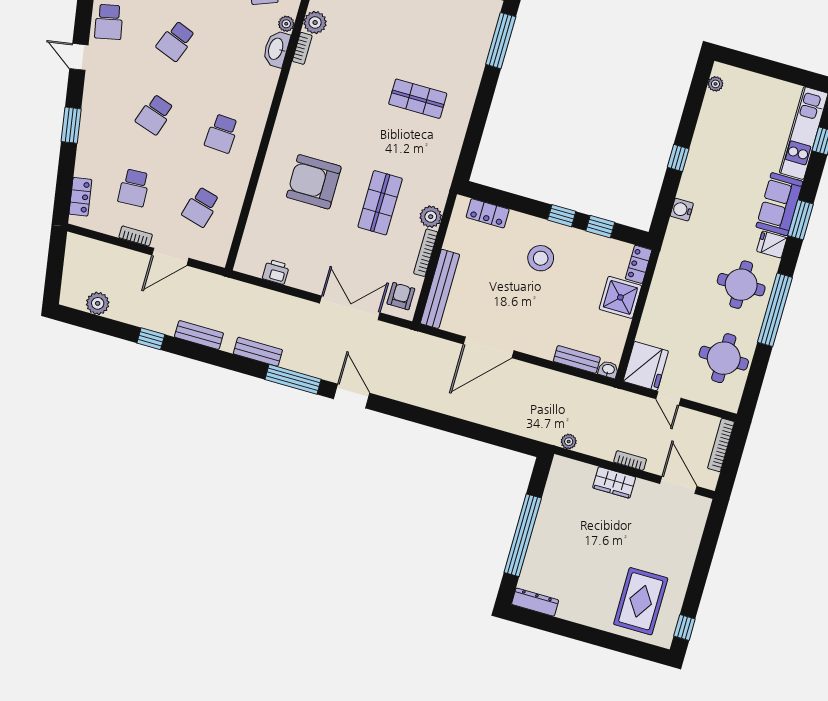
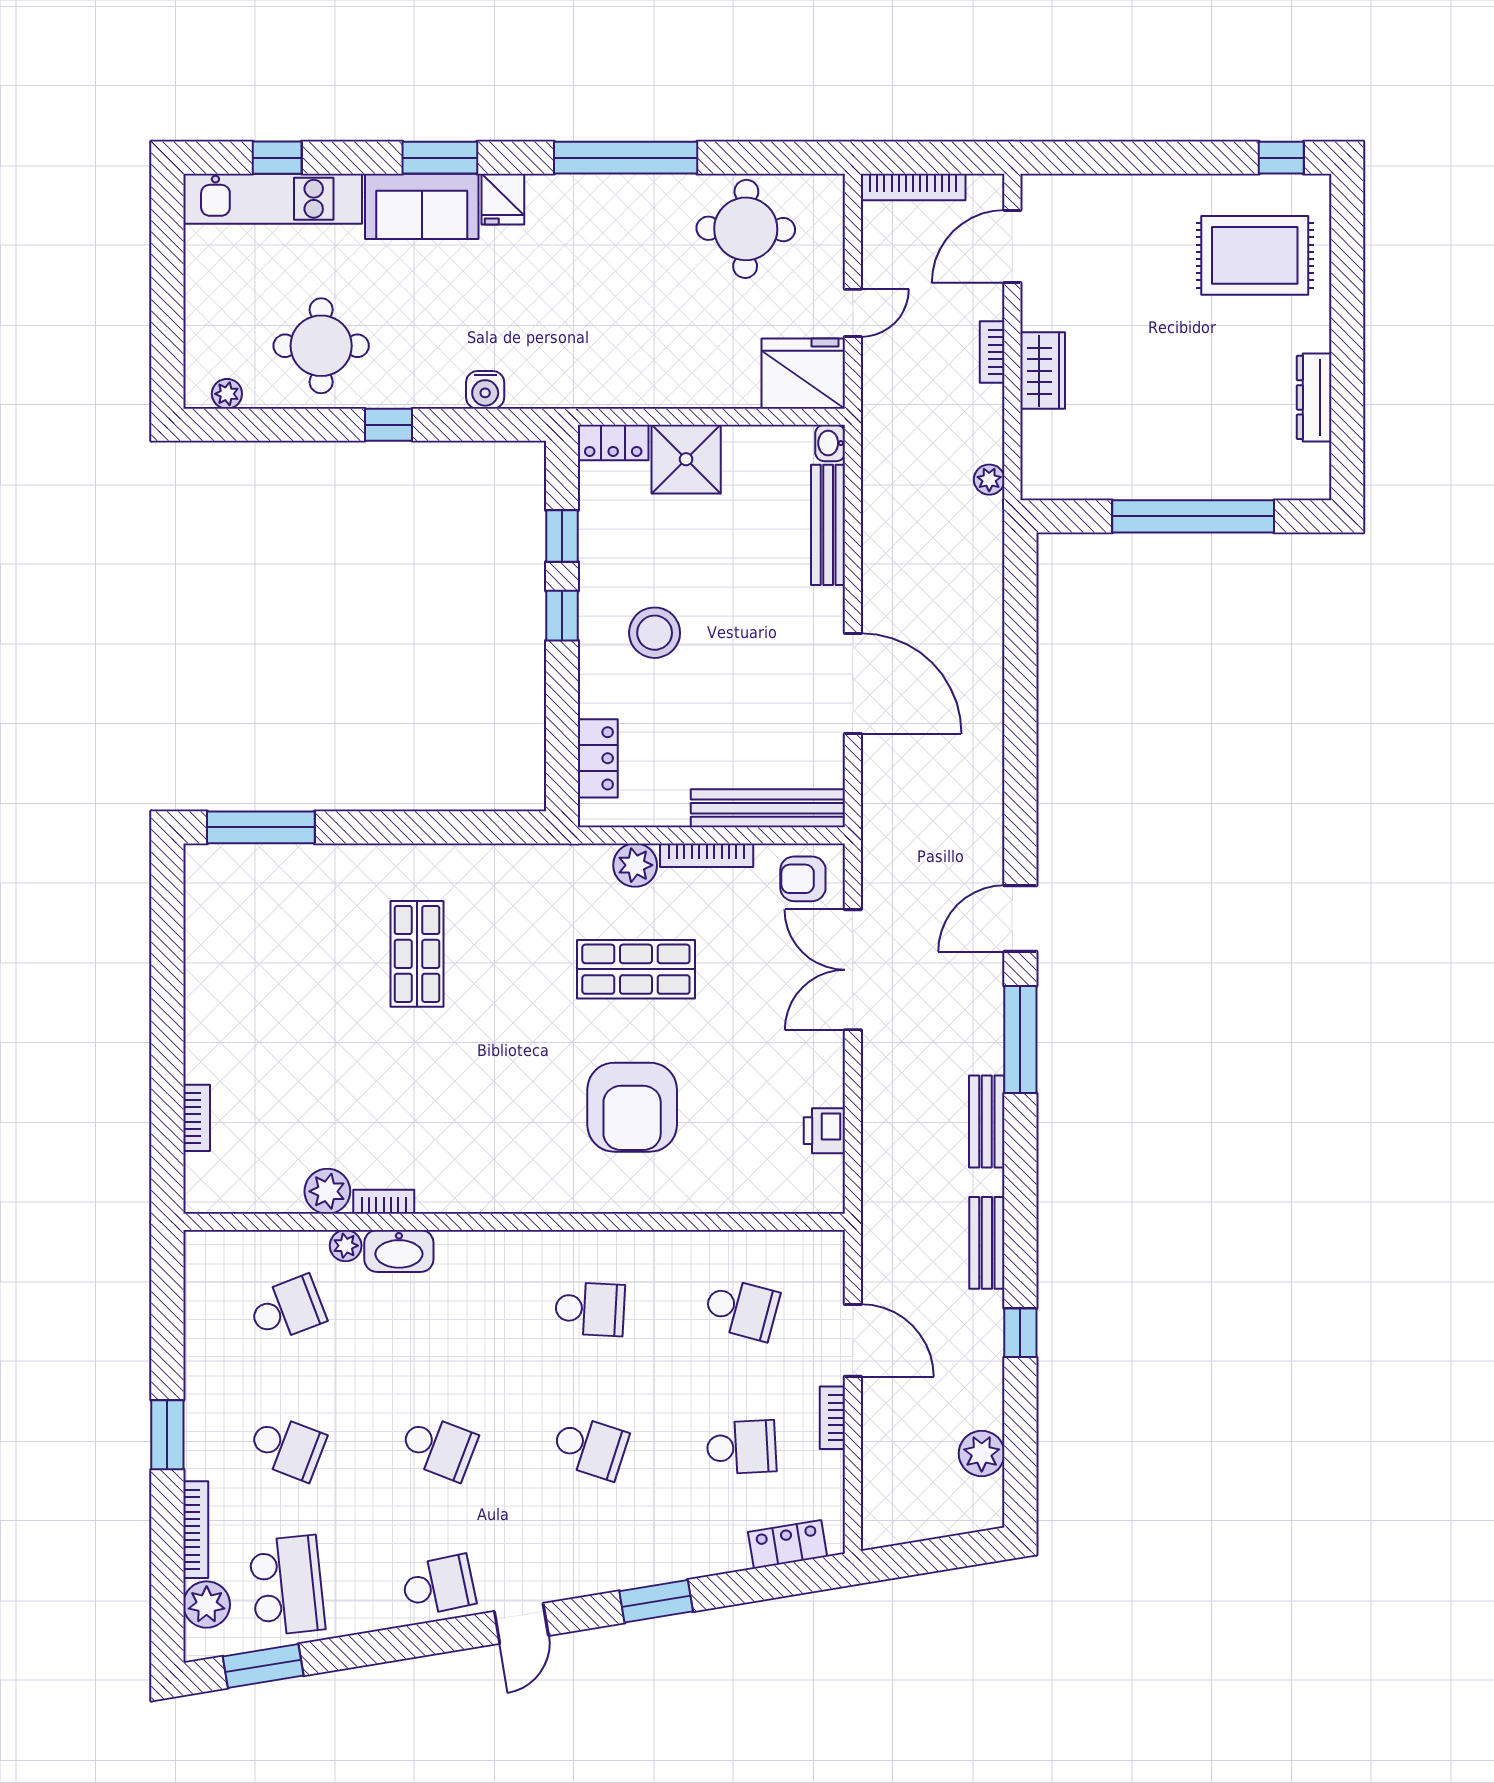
round table: (741, 285) -> (321, 346), moved
bench: (577, 359) -> (828, 525), width x1.36
dresser: (535, 602) -> (1314, 397), moved

